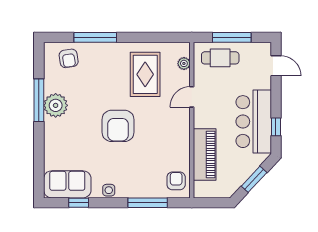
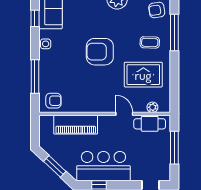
cafe table: (220, 58) -> (150, 124), moved, turned 90
coffee table: (107, 67) -> (150, 42), added

